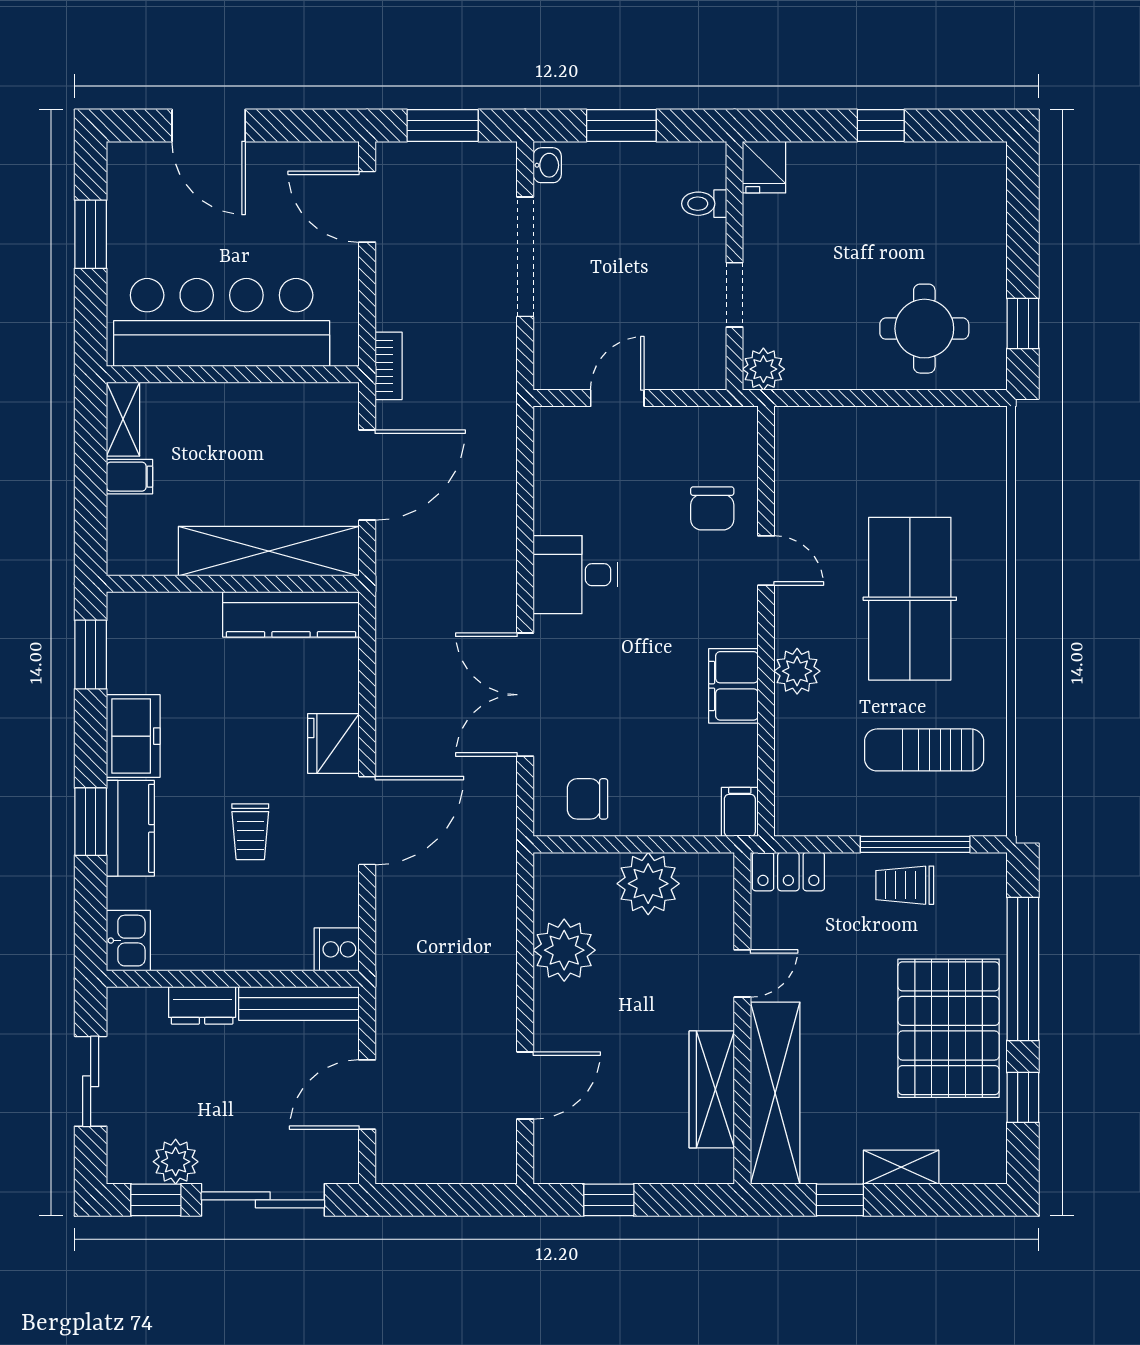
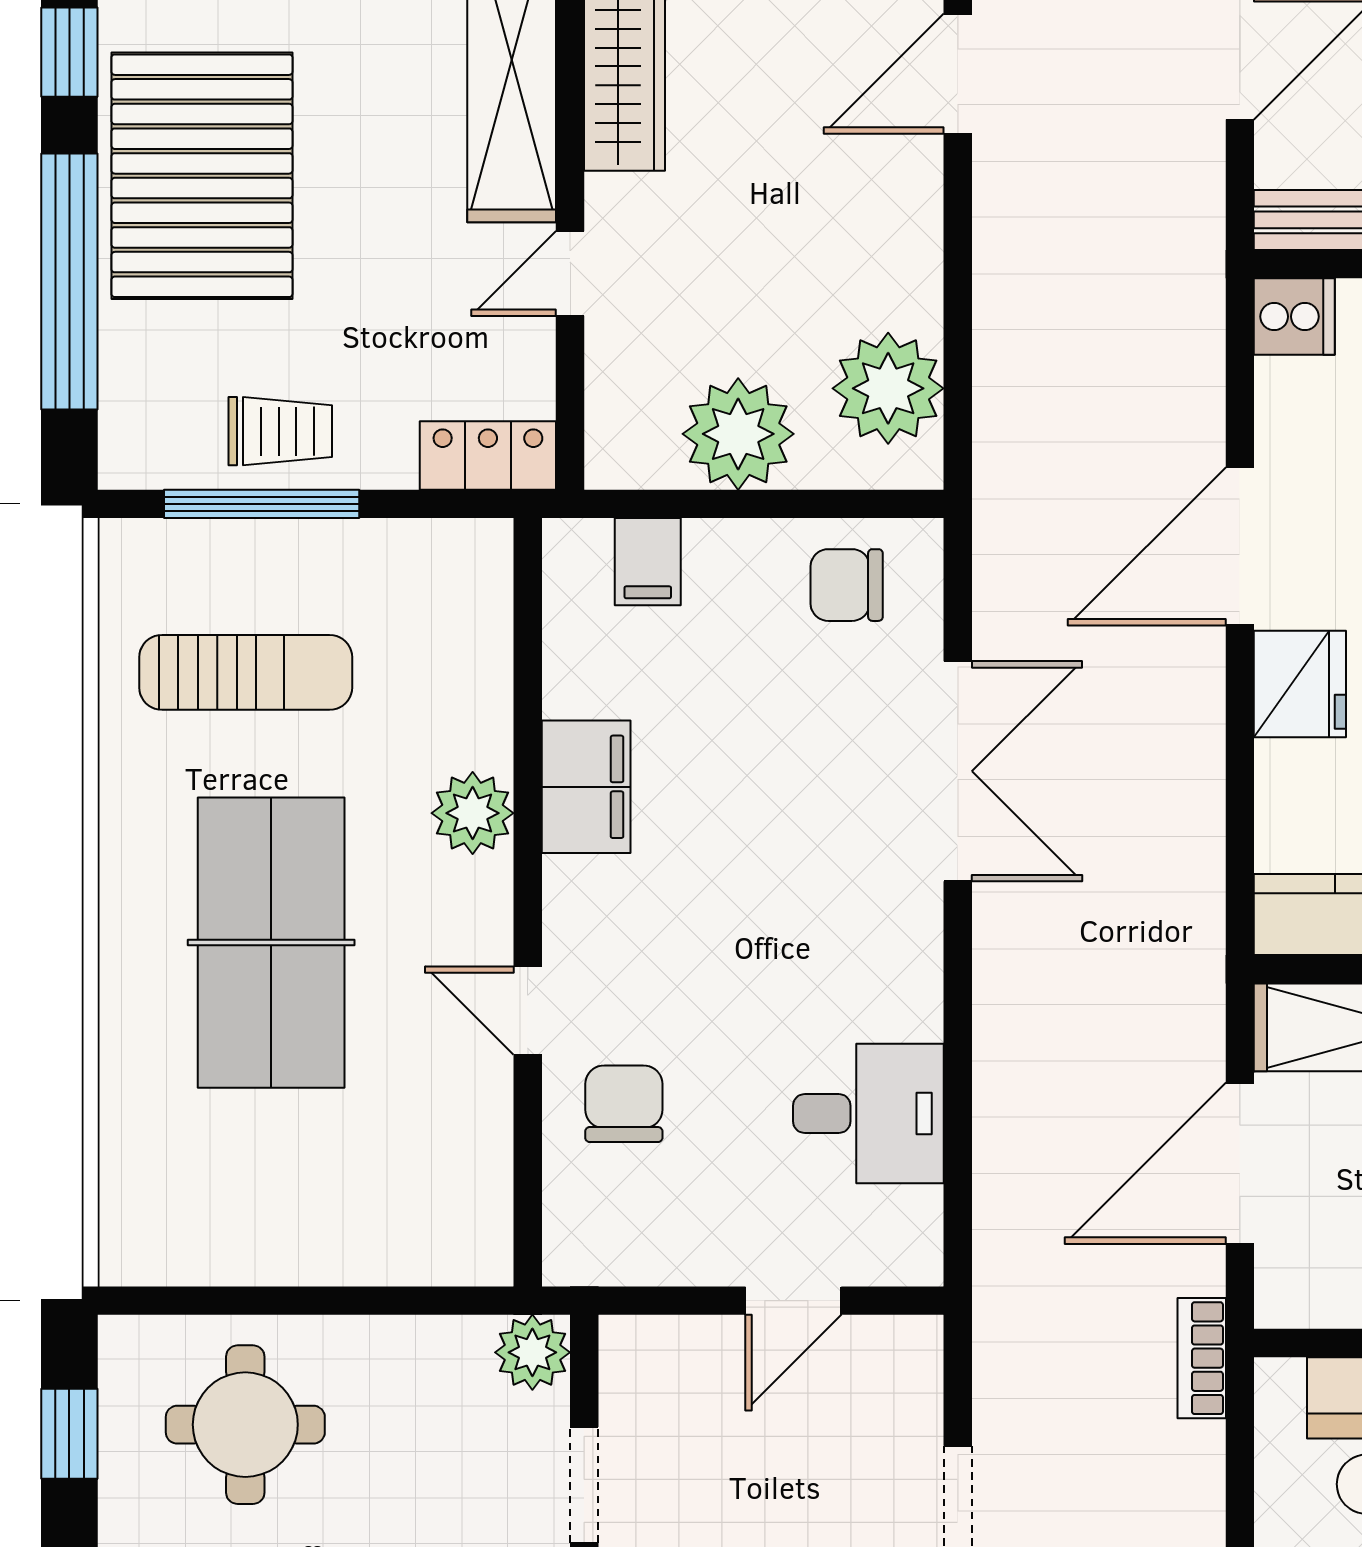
desk: (575, 575) -> (868, 1113), moved
chair: (587, 799) -> (847, 585), turned 180
filing cabinet: (740, 812) -> (648, 562), moved
plant: (564, 950) -> (888, 388), moved

